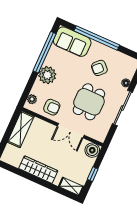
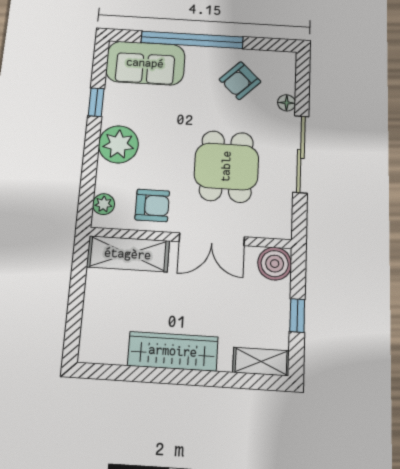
window: (44, 52) -> (96, 102), width x0.32
armchair: (99, 68) -> (240, 81), moved
shelving: (21, 129) -> (128, 254), moved, turned 90

